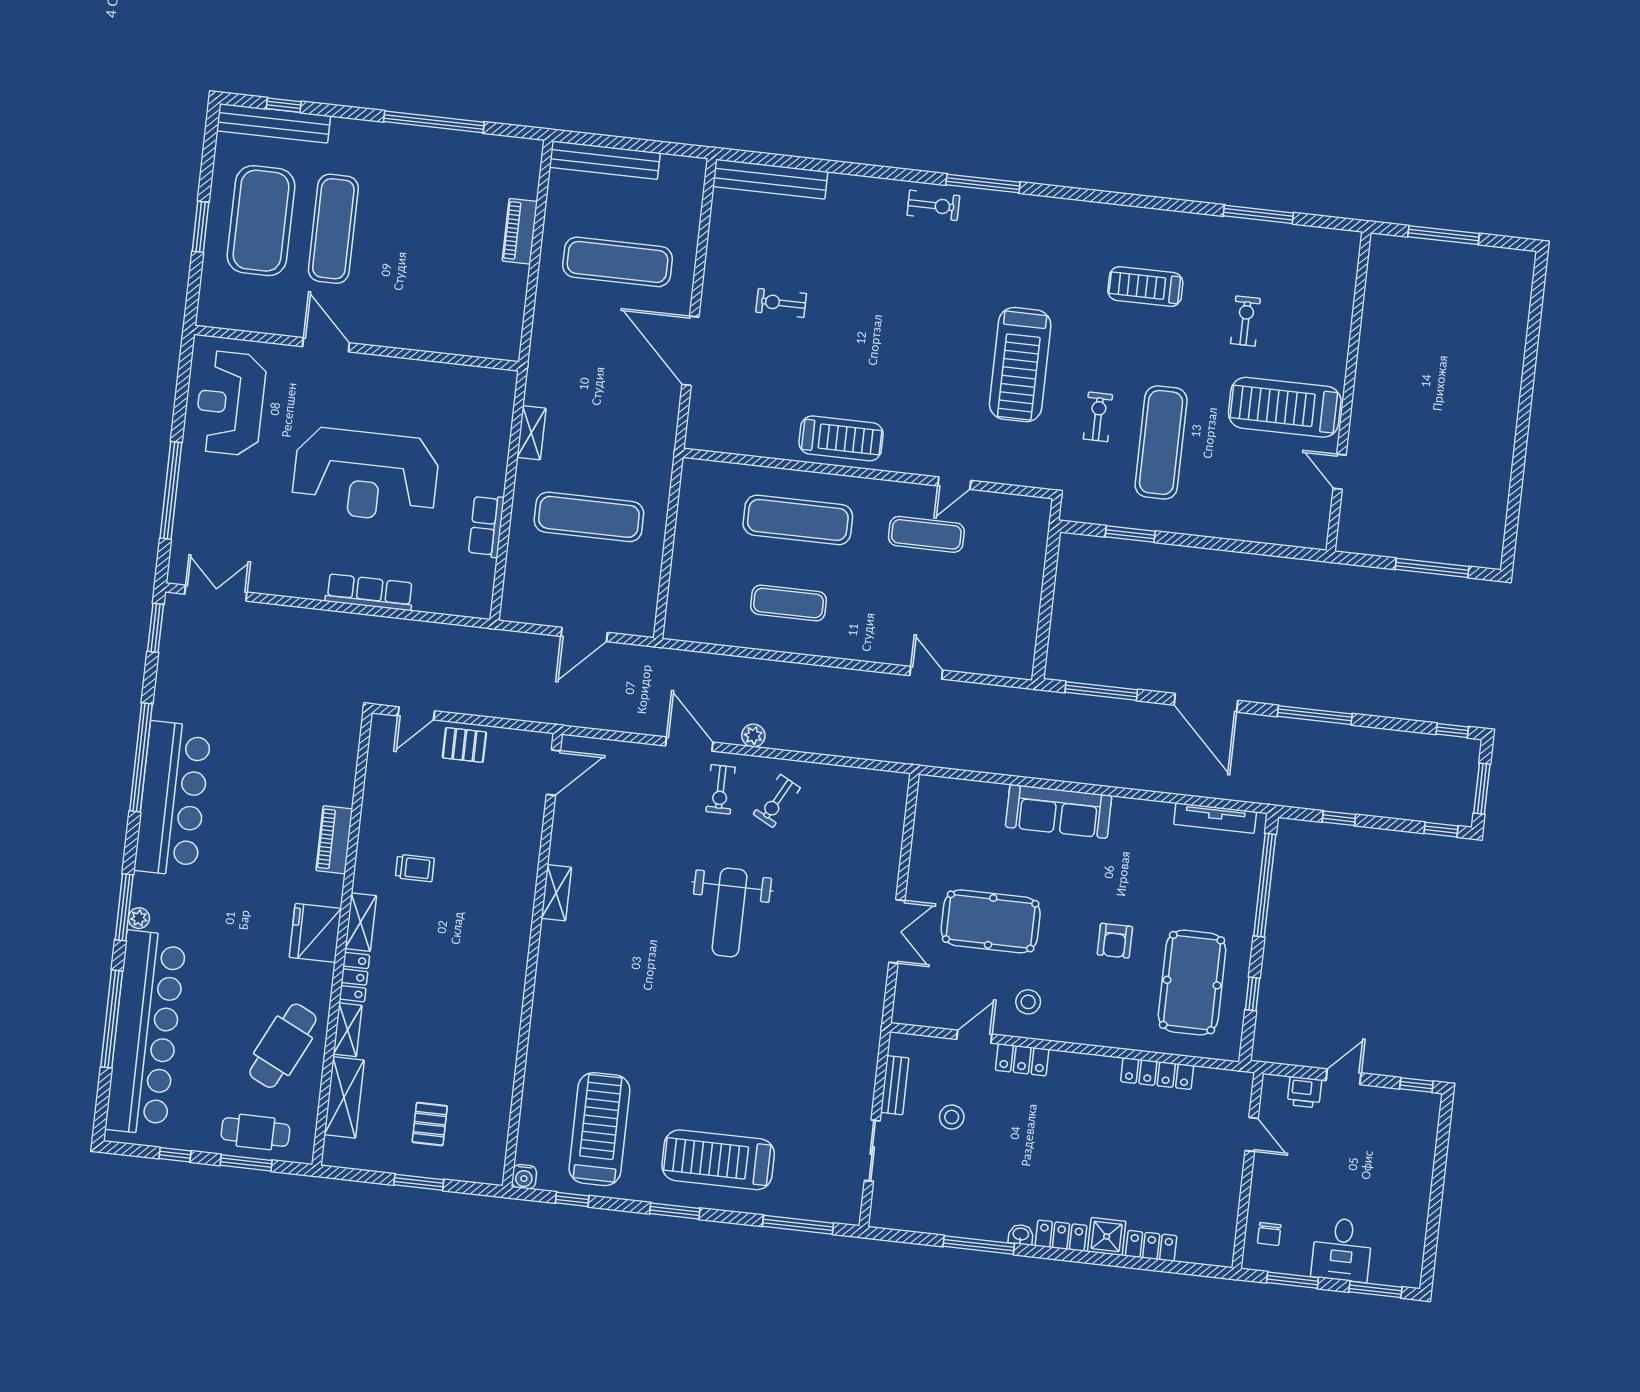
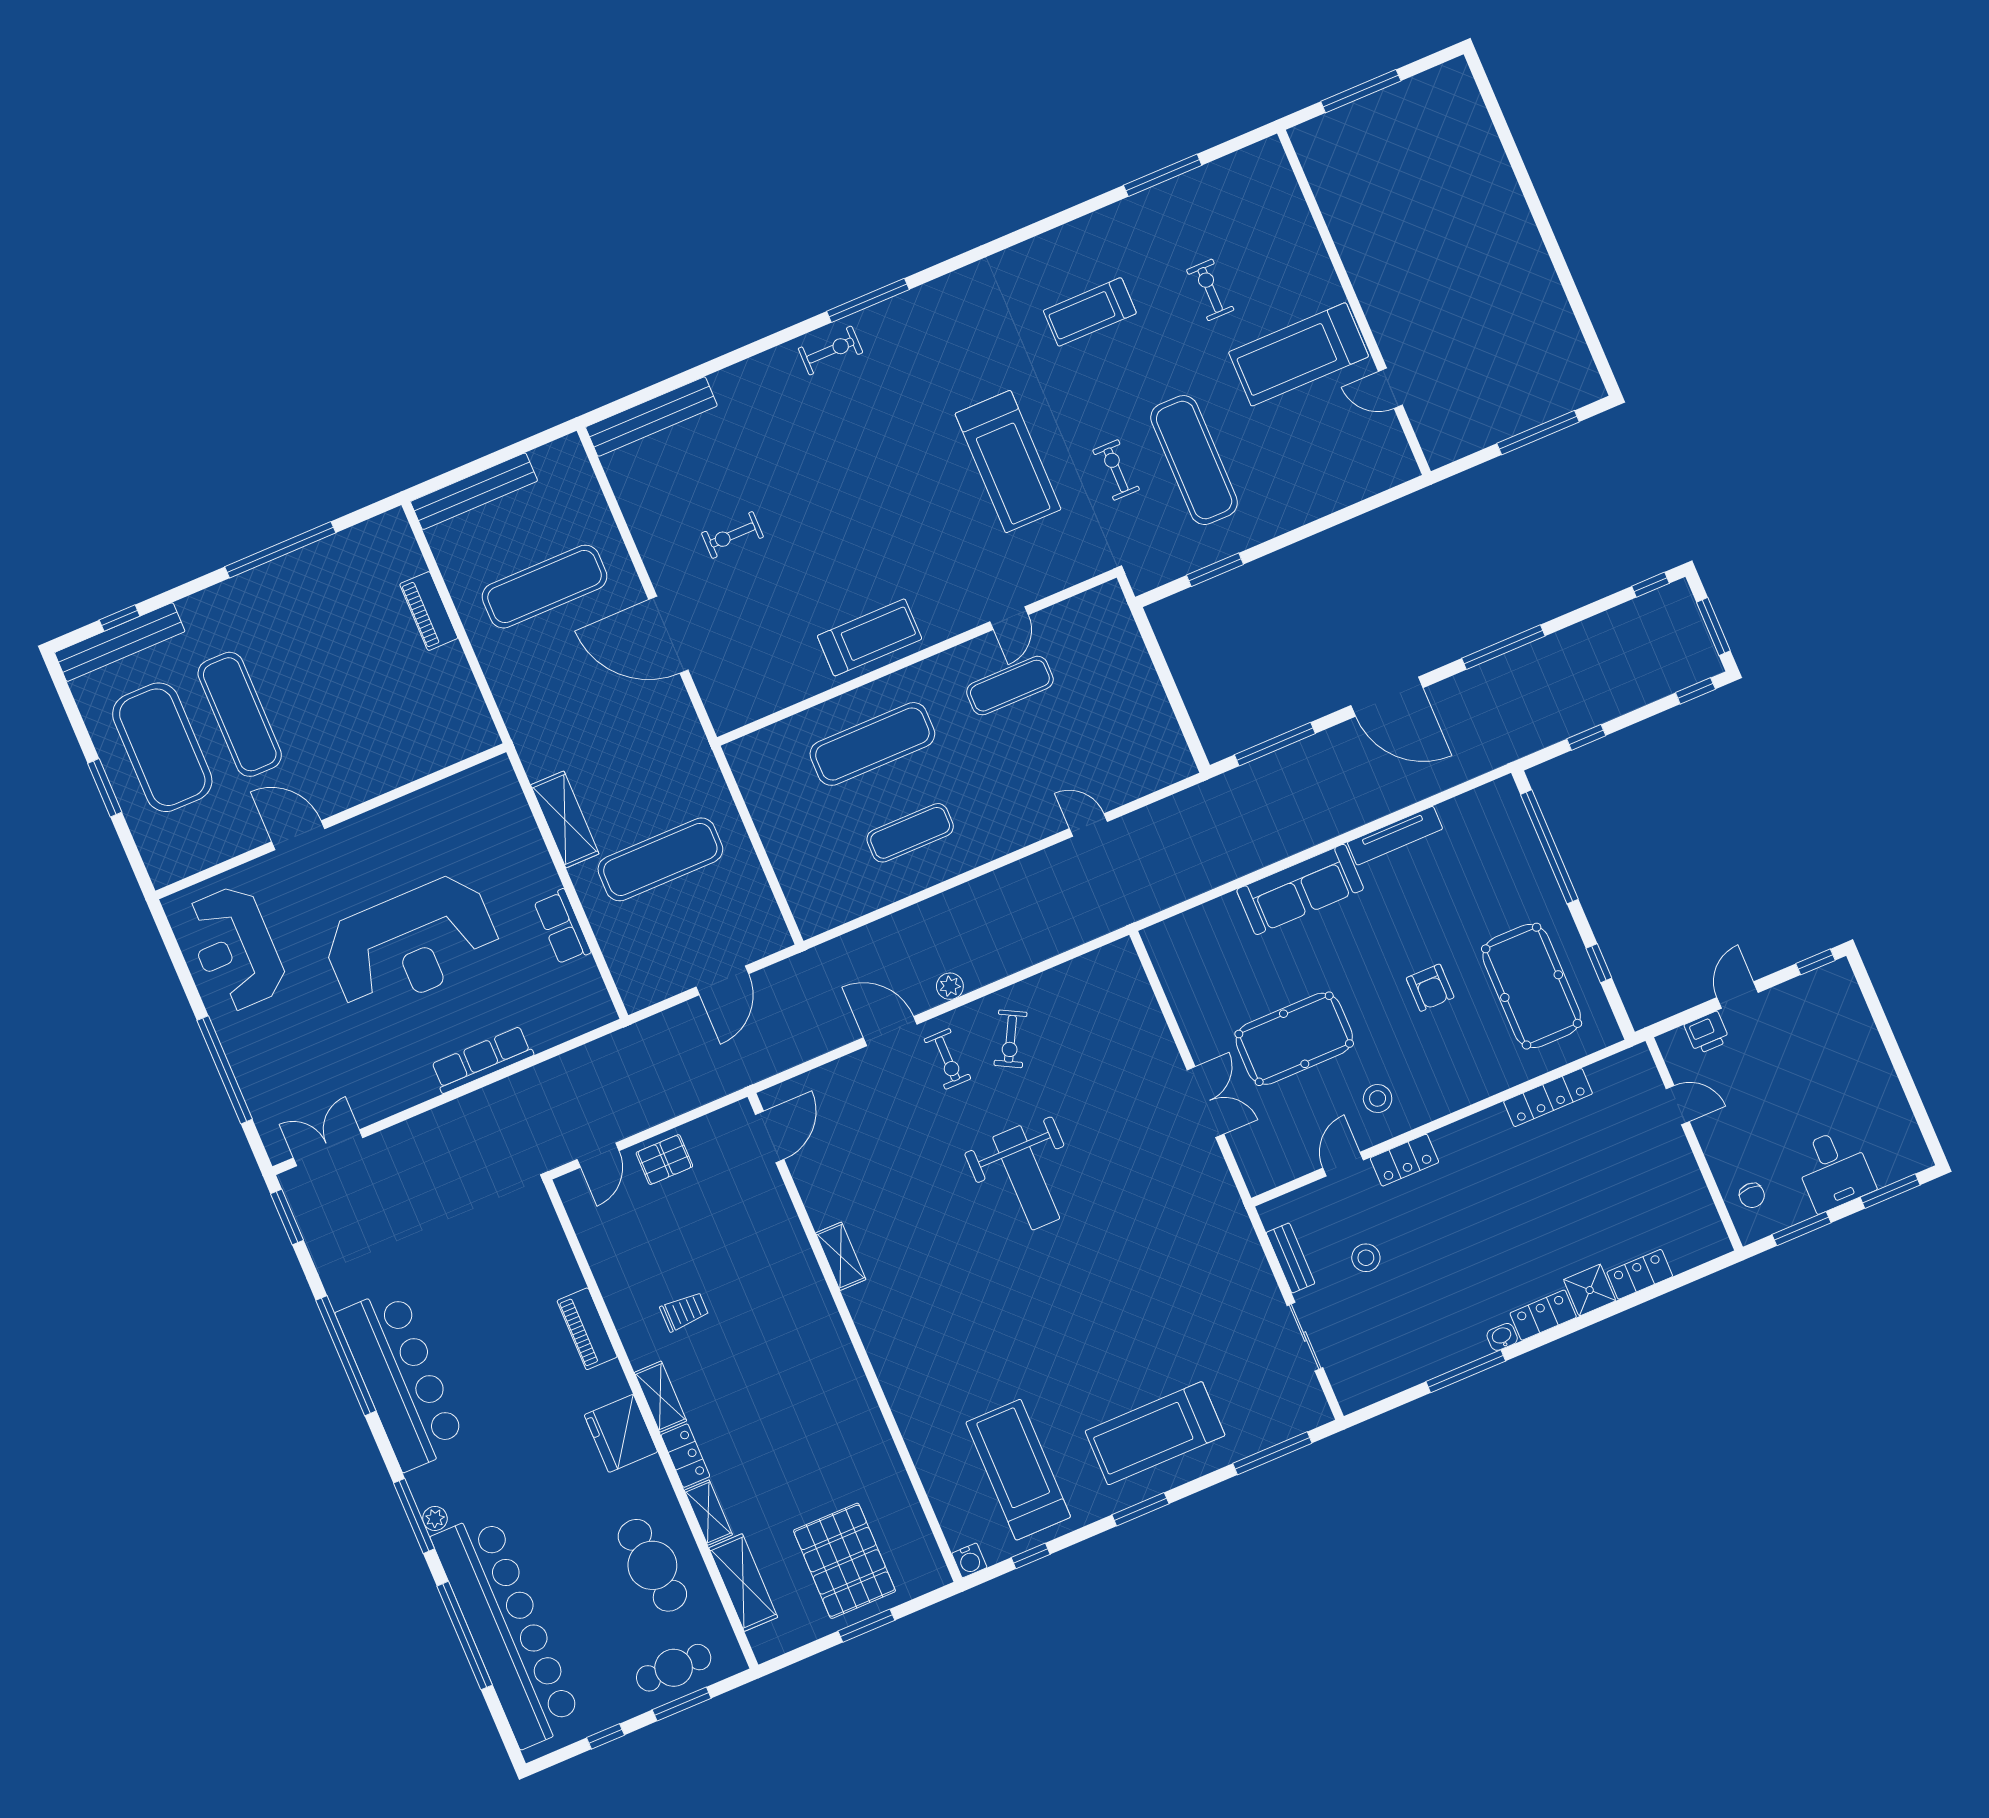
shelving: (531, 433) -> (565, 819), width x1.50, depth x1.33
tv unit: (1215, 818) -> (1395, 836), moved
cafe table: (283, 1046) -> (652, 1565), turned -33
pallet: (430, 1124) -> (844, 1561), width x2.05, depth x2.00

